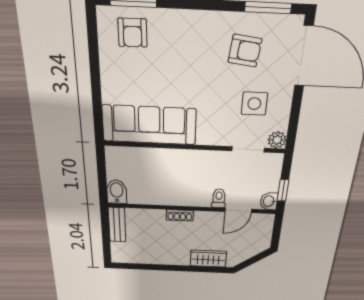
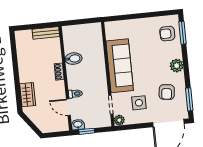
plant: (197, 24) -> (177, 66), added
sofa: (149, 125) -> (120, 66), moved
bidet: (117, 192) -> (73, 59), moved

